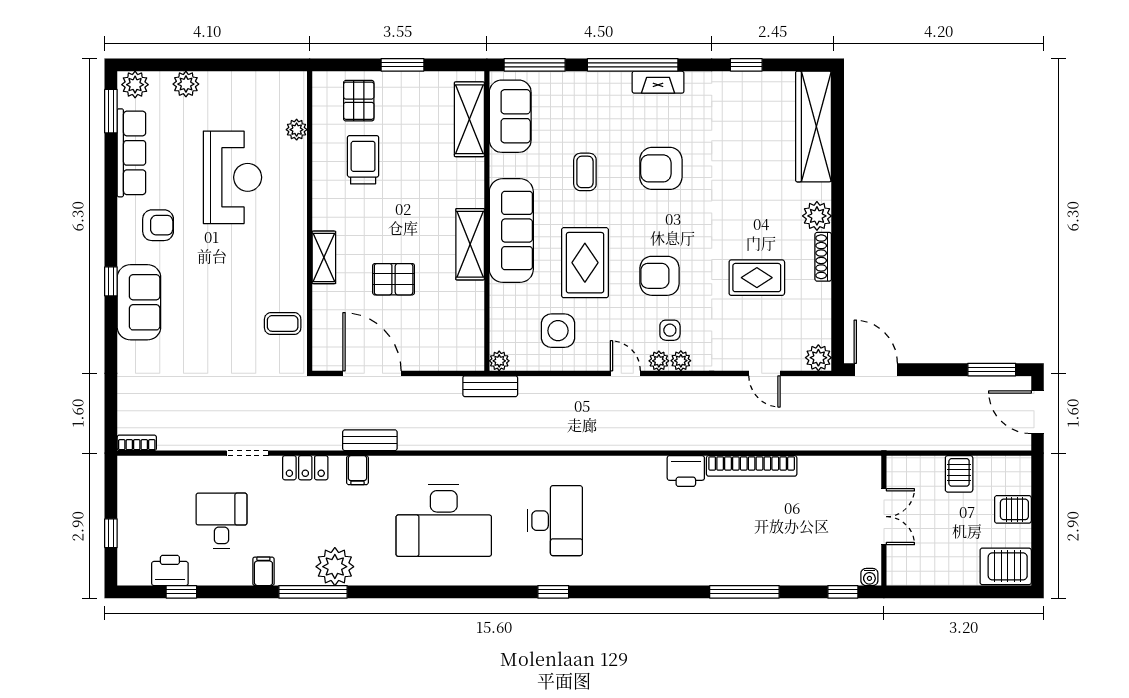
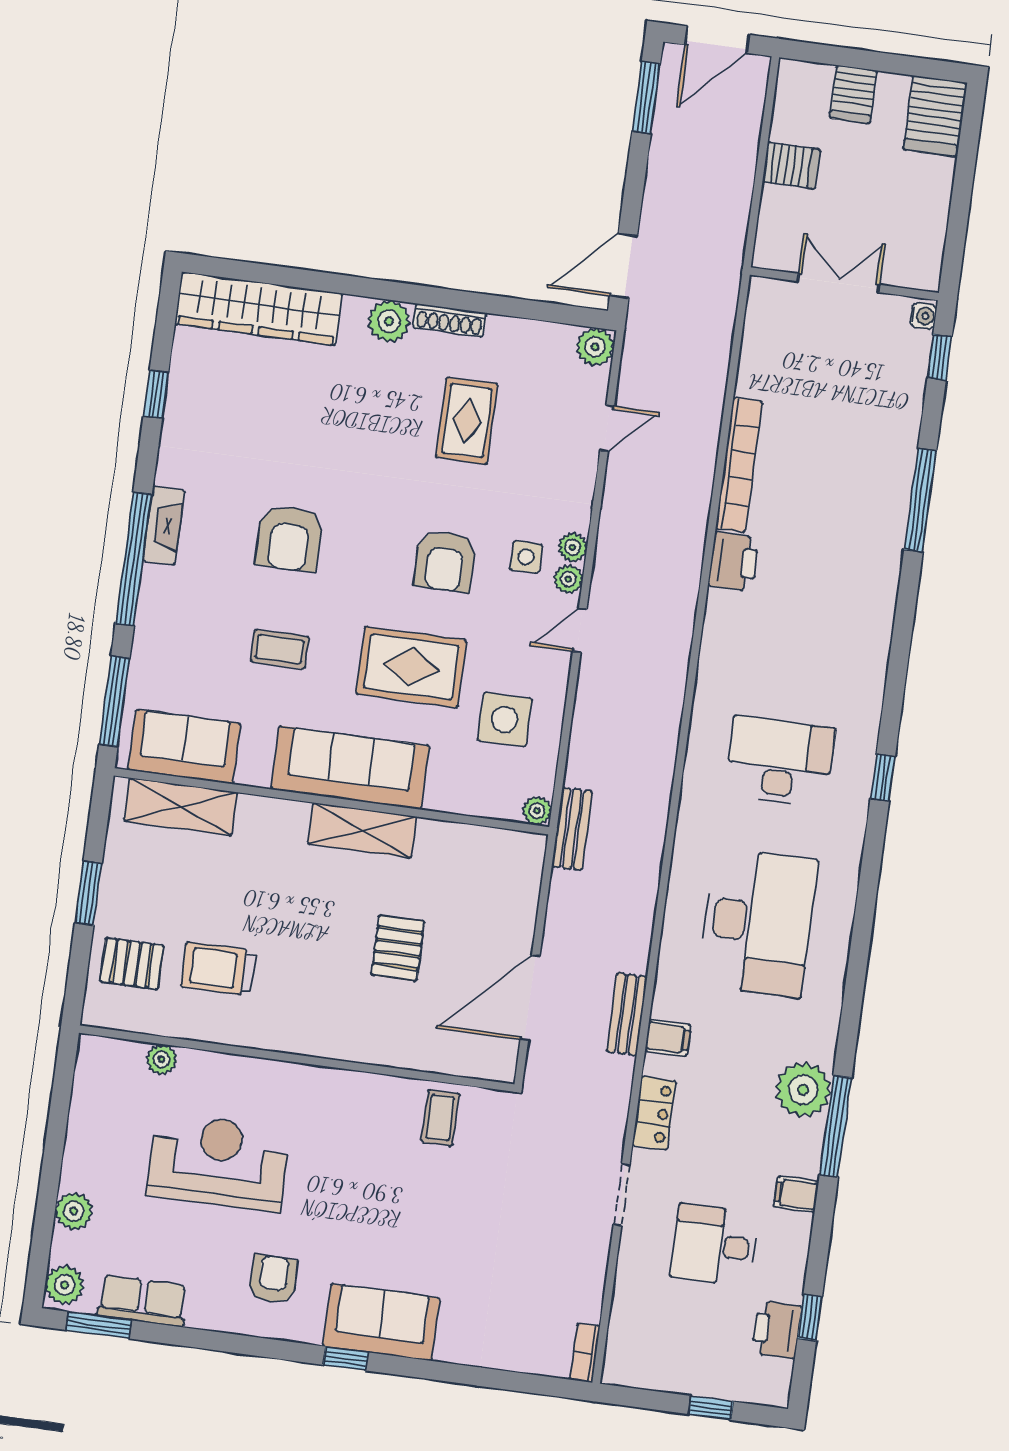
row of seats: (131, 153) -> (142, 1301), width x0.68
shelving: (324, 257) -> (352, 1045), removed

